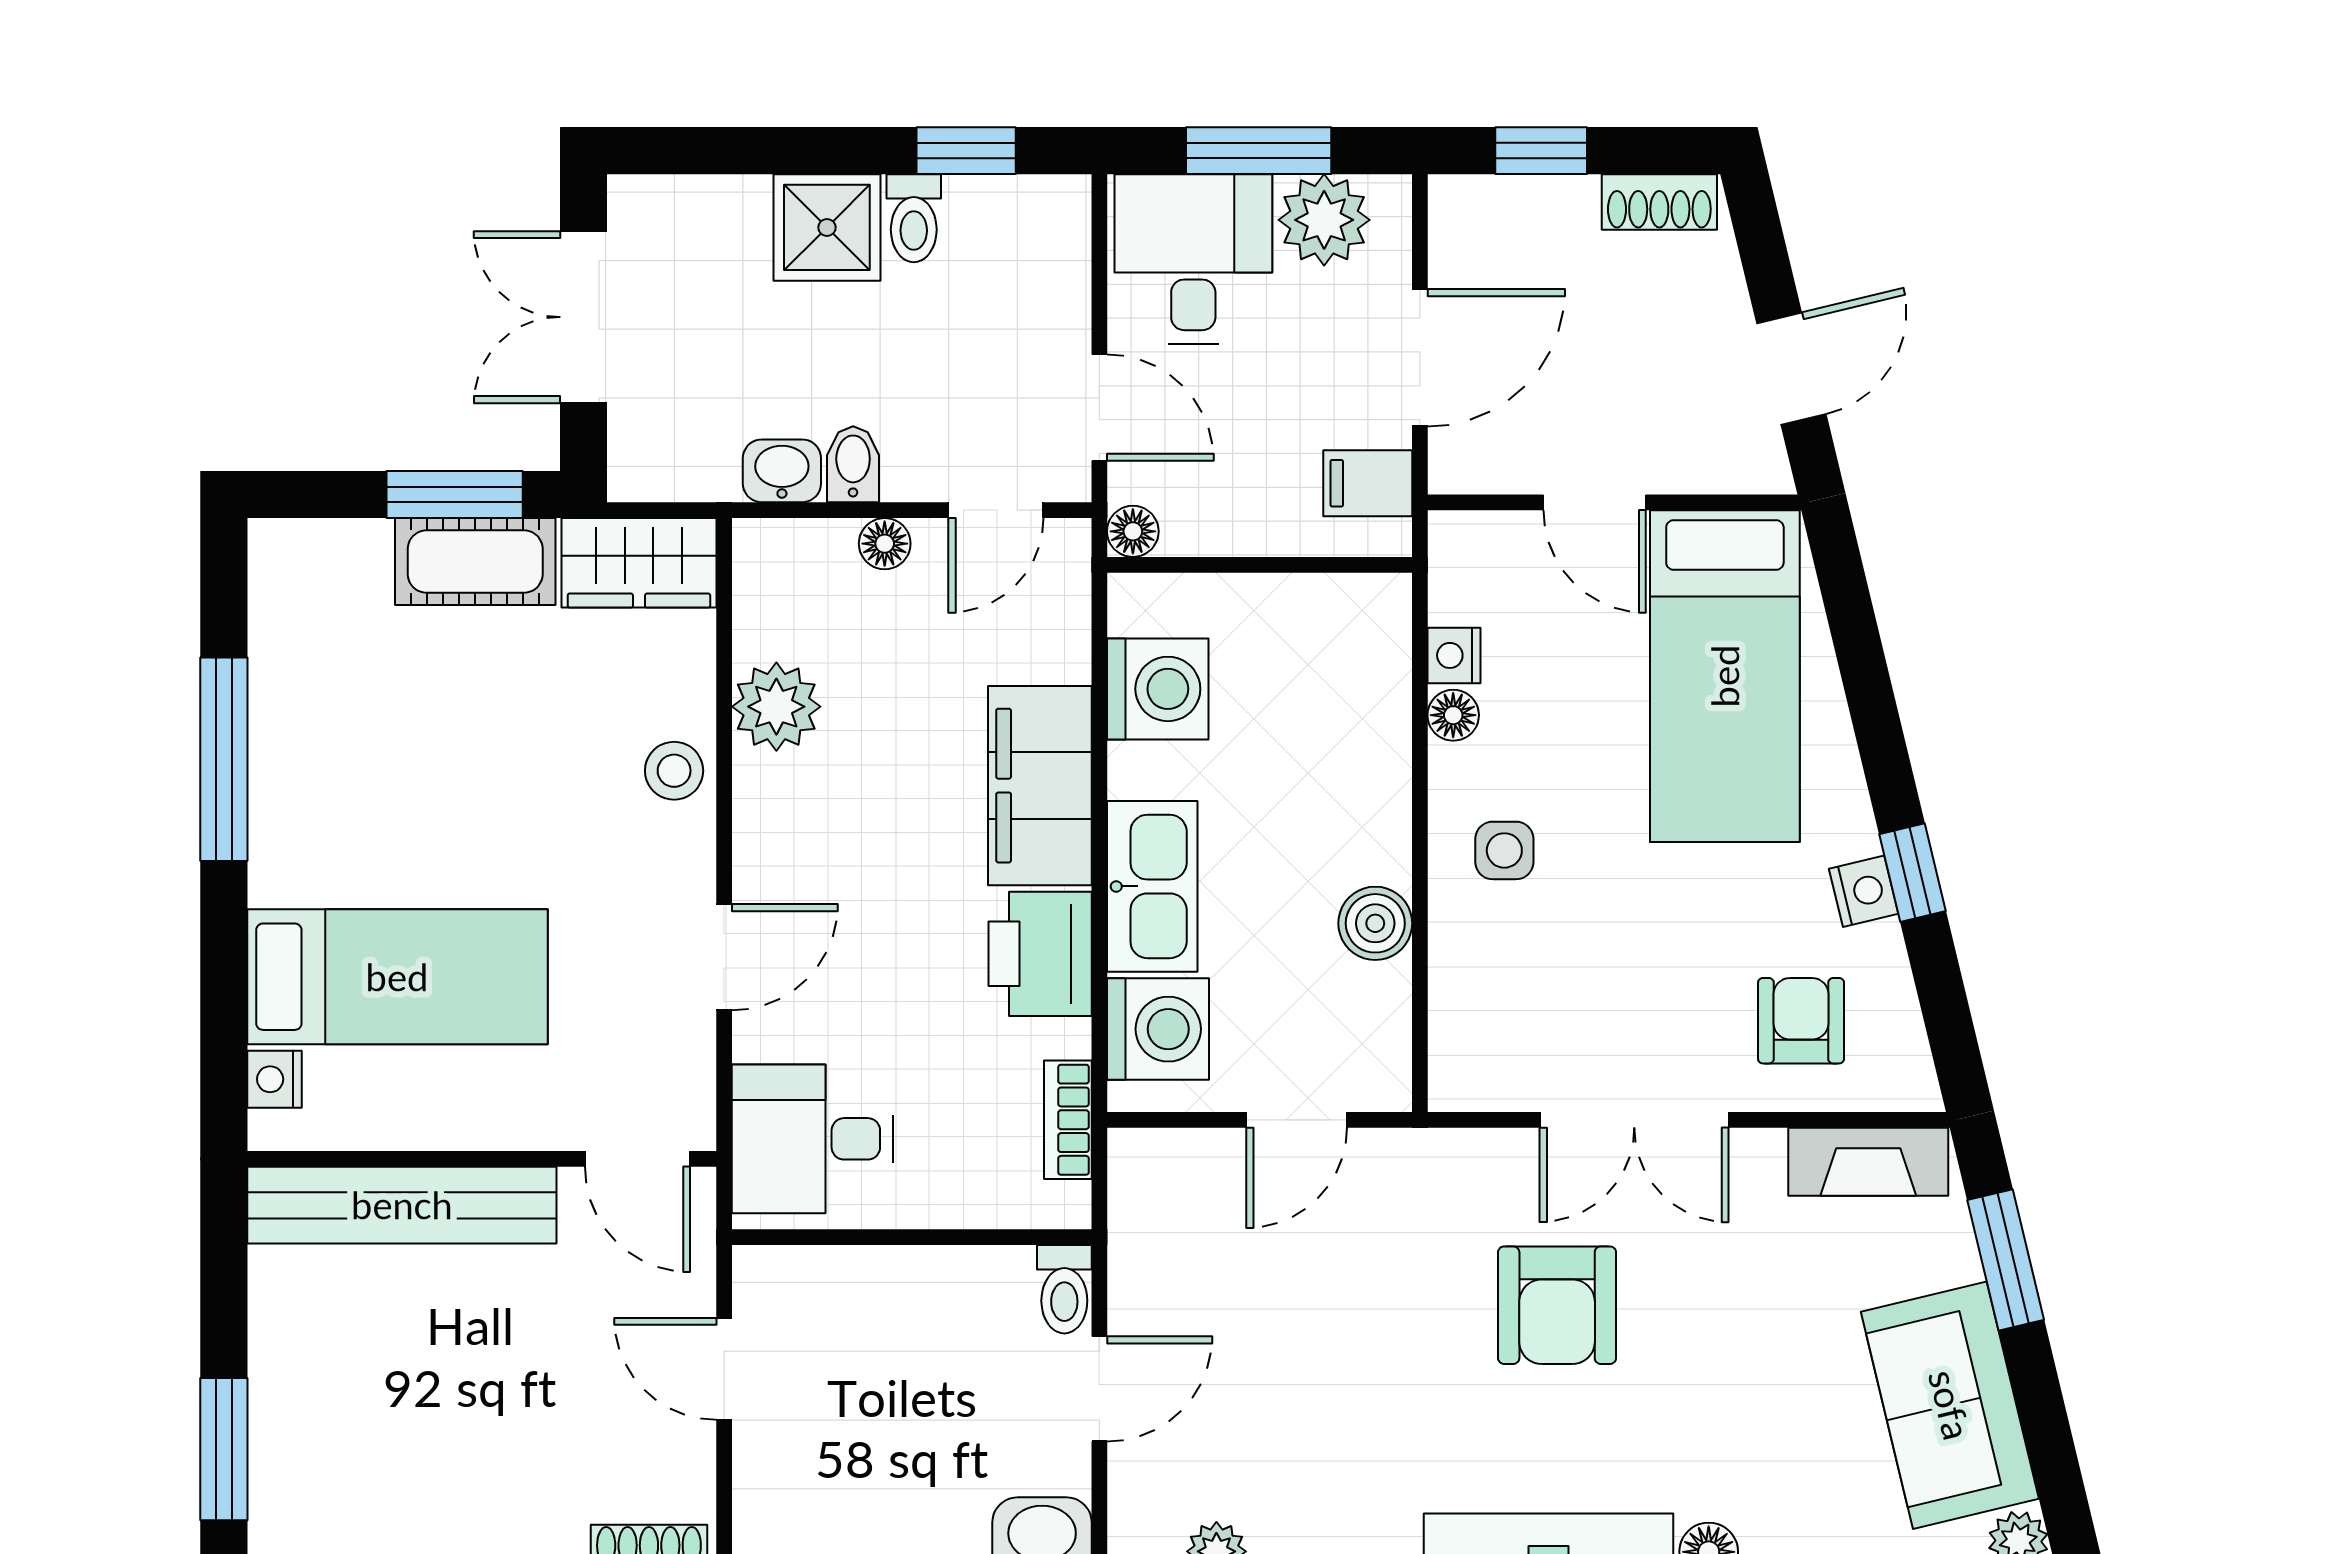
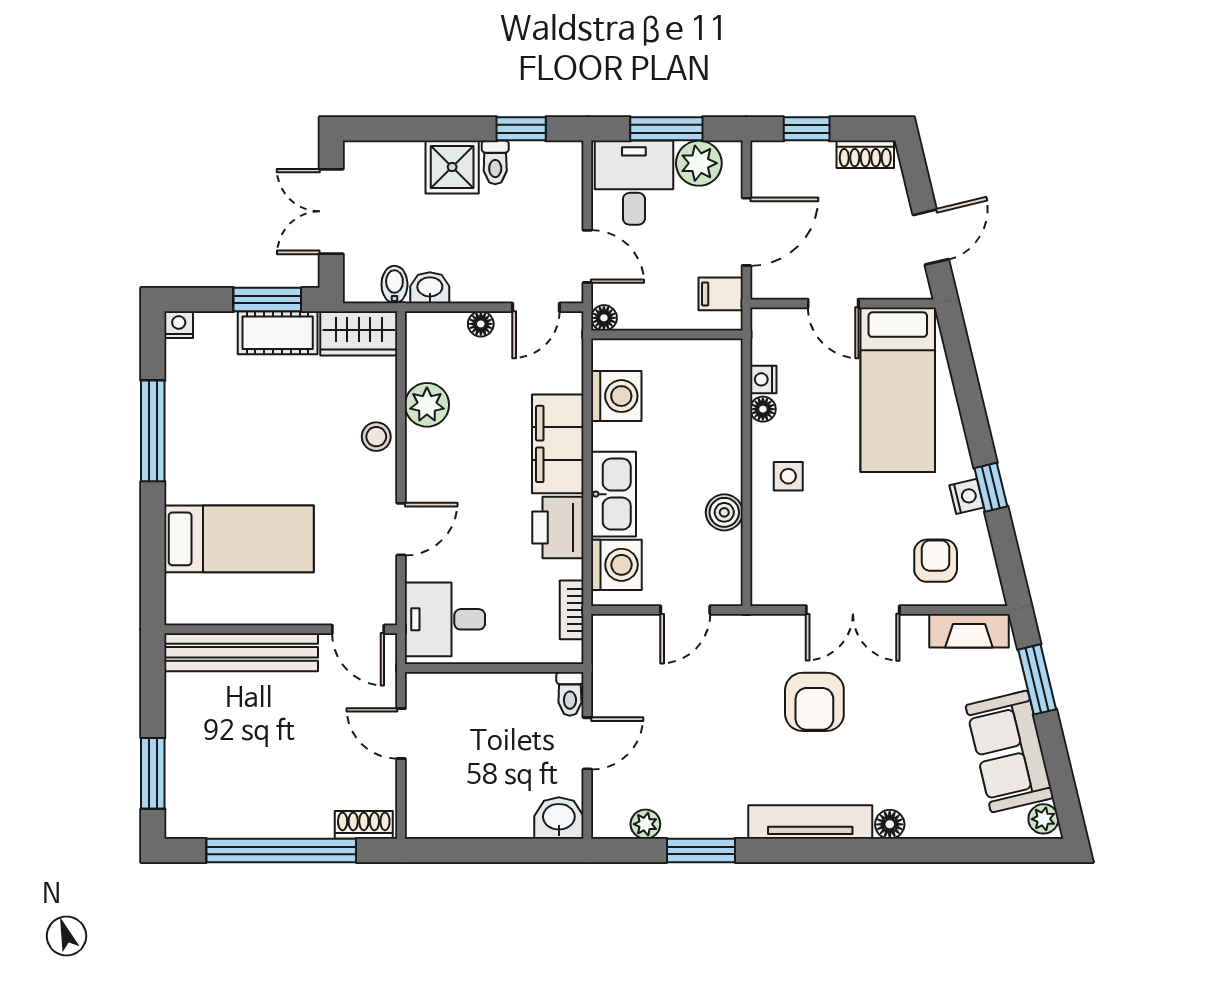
bidet: (853, 464) -> (394, 285), moved
nightstand: (274, 1079) -> (179, 325), moved, turned 90

